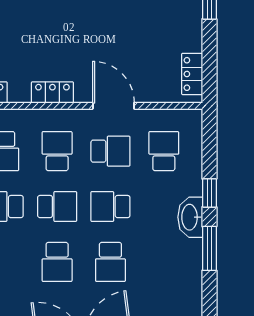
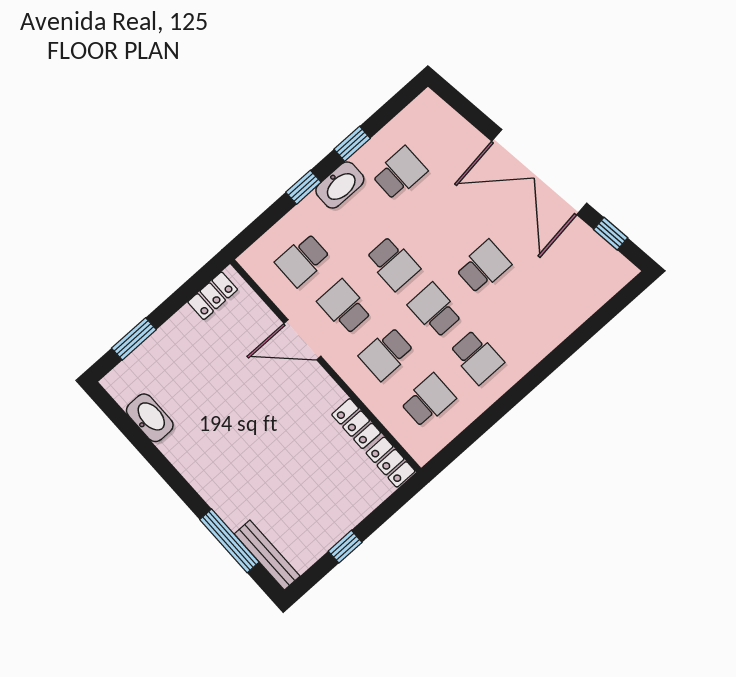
locker: (52, 92) -> (356, 424), moved
door: (113, 106) -> (302, 340), hinge flipped
window: (209, 248) -> (352, 144), width x0.67
school desk: (110, 262) -> (400, 173), moved

